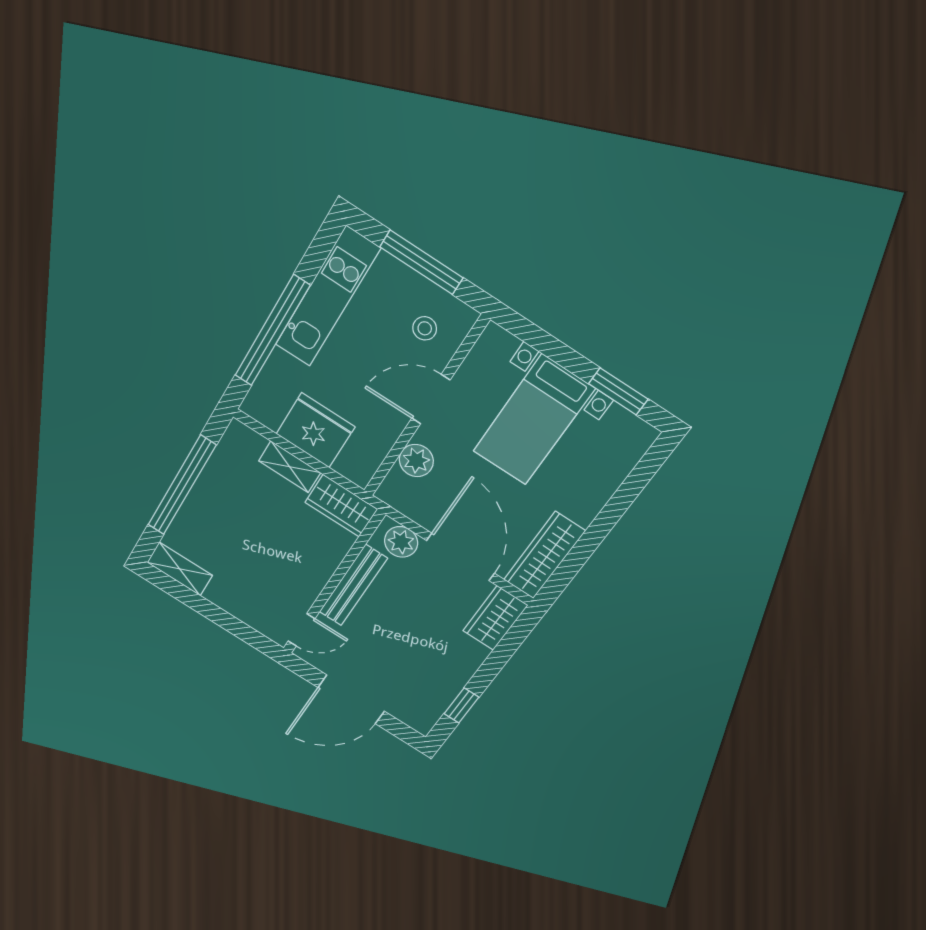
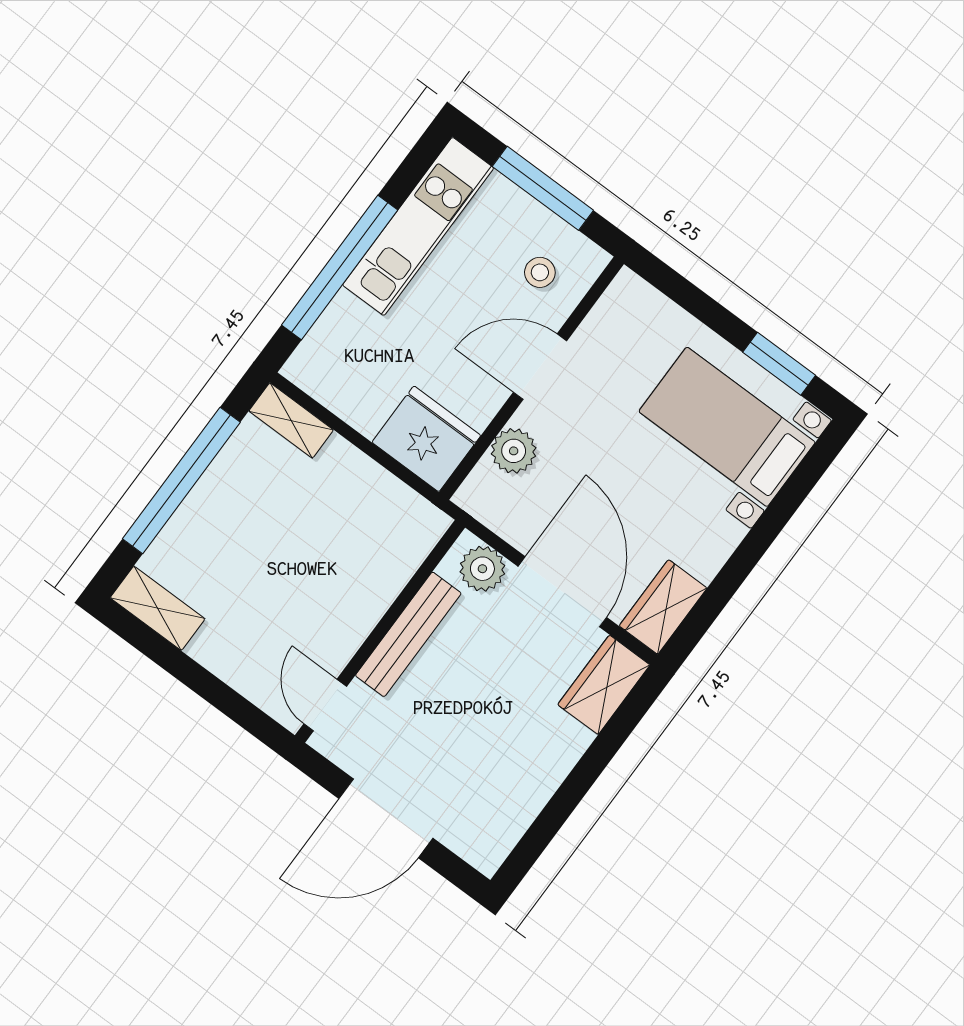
bed with nightstands: (533, 420) -> (727, 427), moved, turned 90
fridge: (315, 430) -> (426, 439), moved
shelving: (290, 467) -> (291, 420), moved
wardrobe: (341, 506) -> (405, 514), removed
wardrobe: (544, 555) -> (663, 607), width x0.67
door: (301, 630) -> (325, 705), swing flipped
window: (461, 705) -> (547, 825), removed

